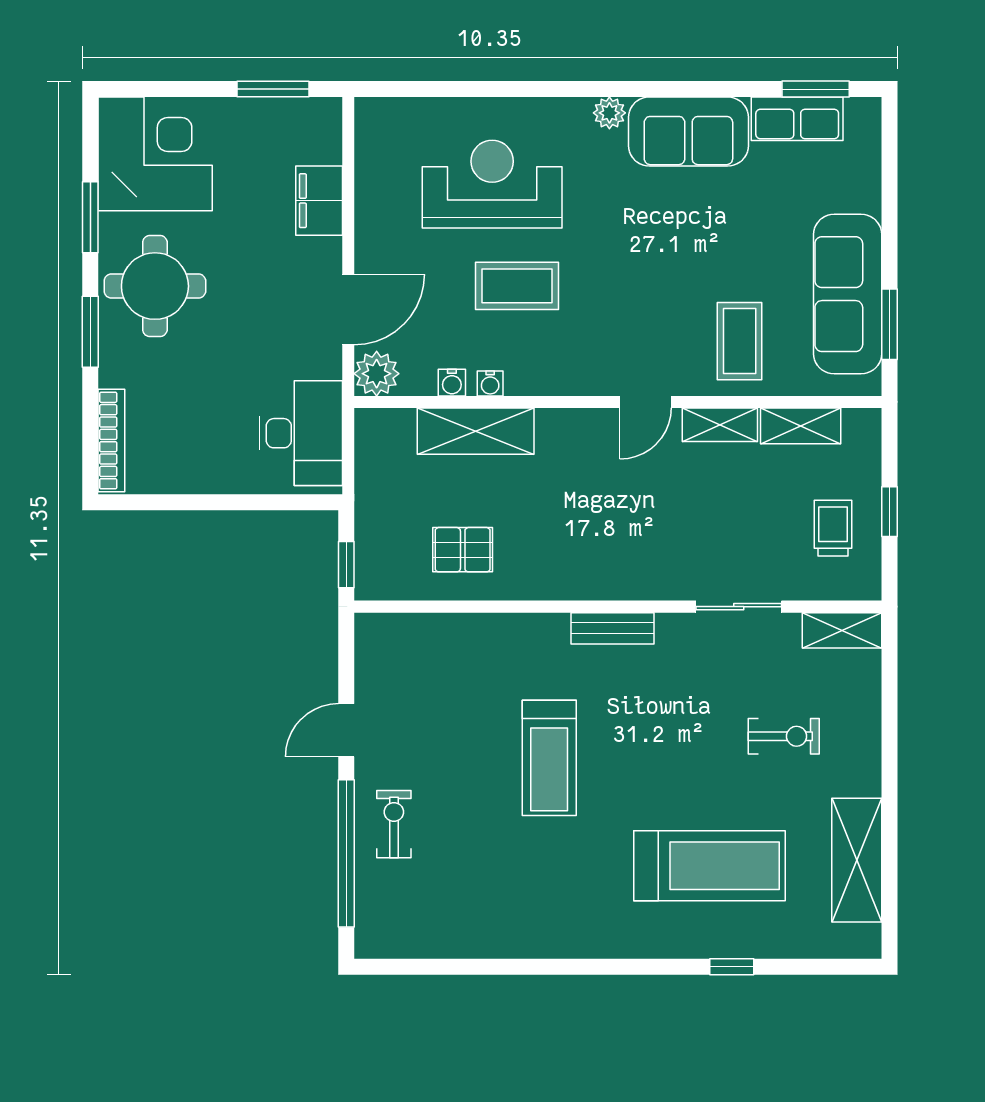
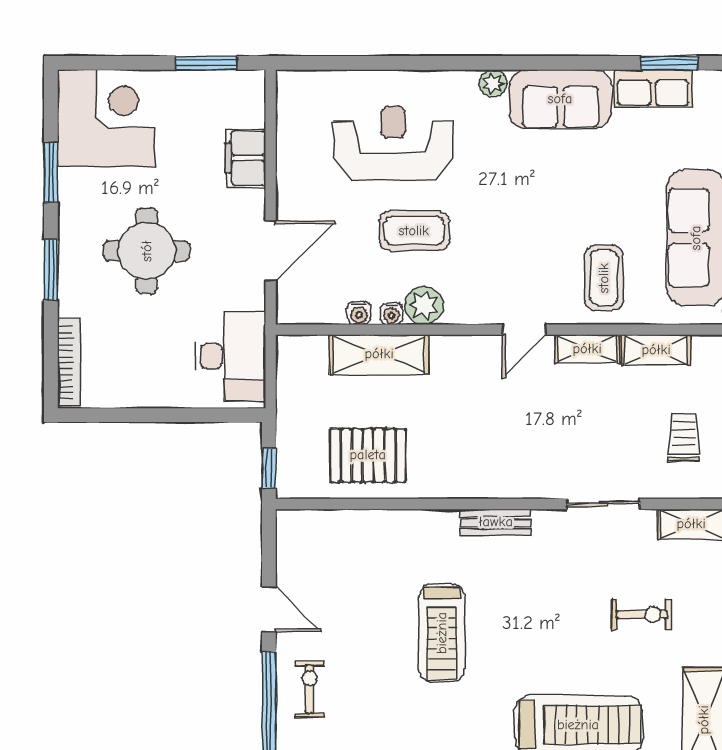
round table: (155, 286) -> (147, 251), moved
plant: (377, 374) -> (424, 305), moved
pallet: (463, 550) -> (368, 455), width x1.50, depth x1.42
door: (346, 730) -> (269, 609), swing flipped

